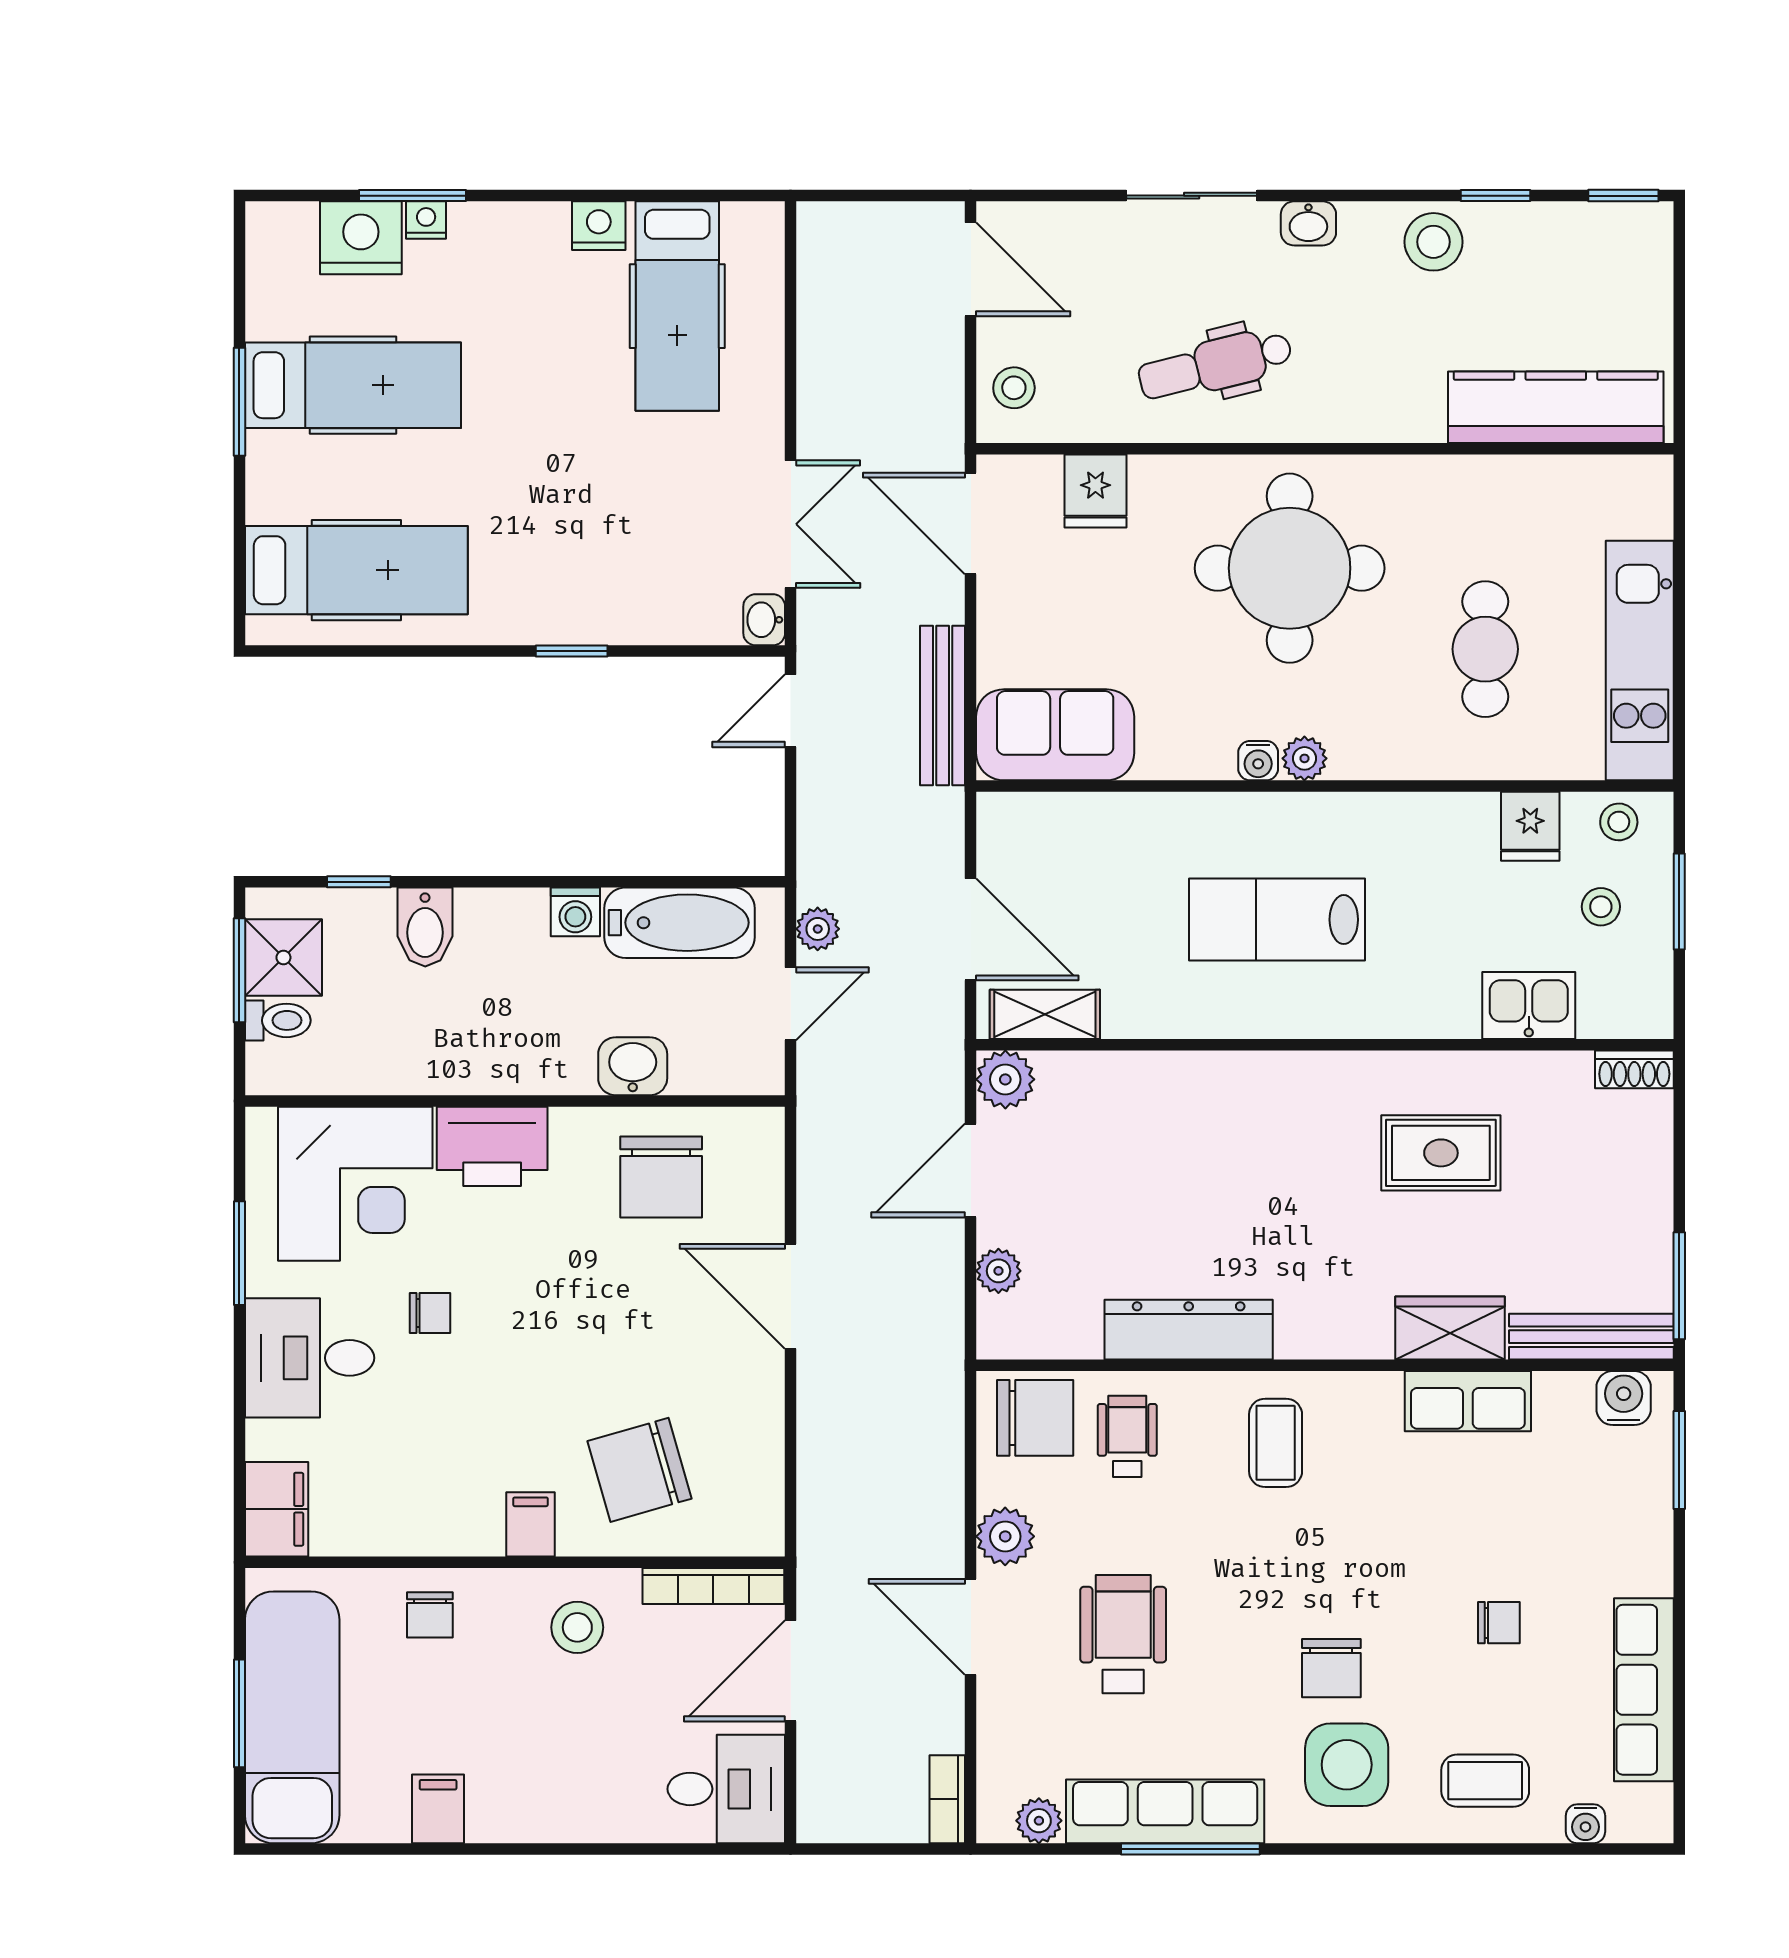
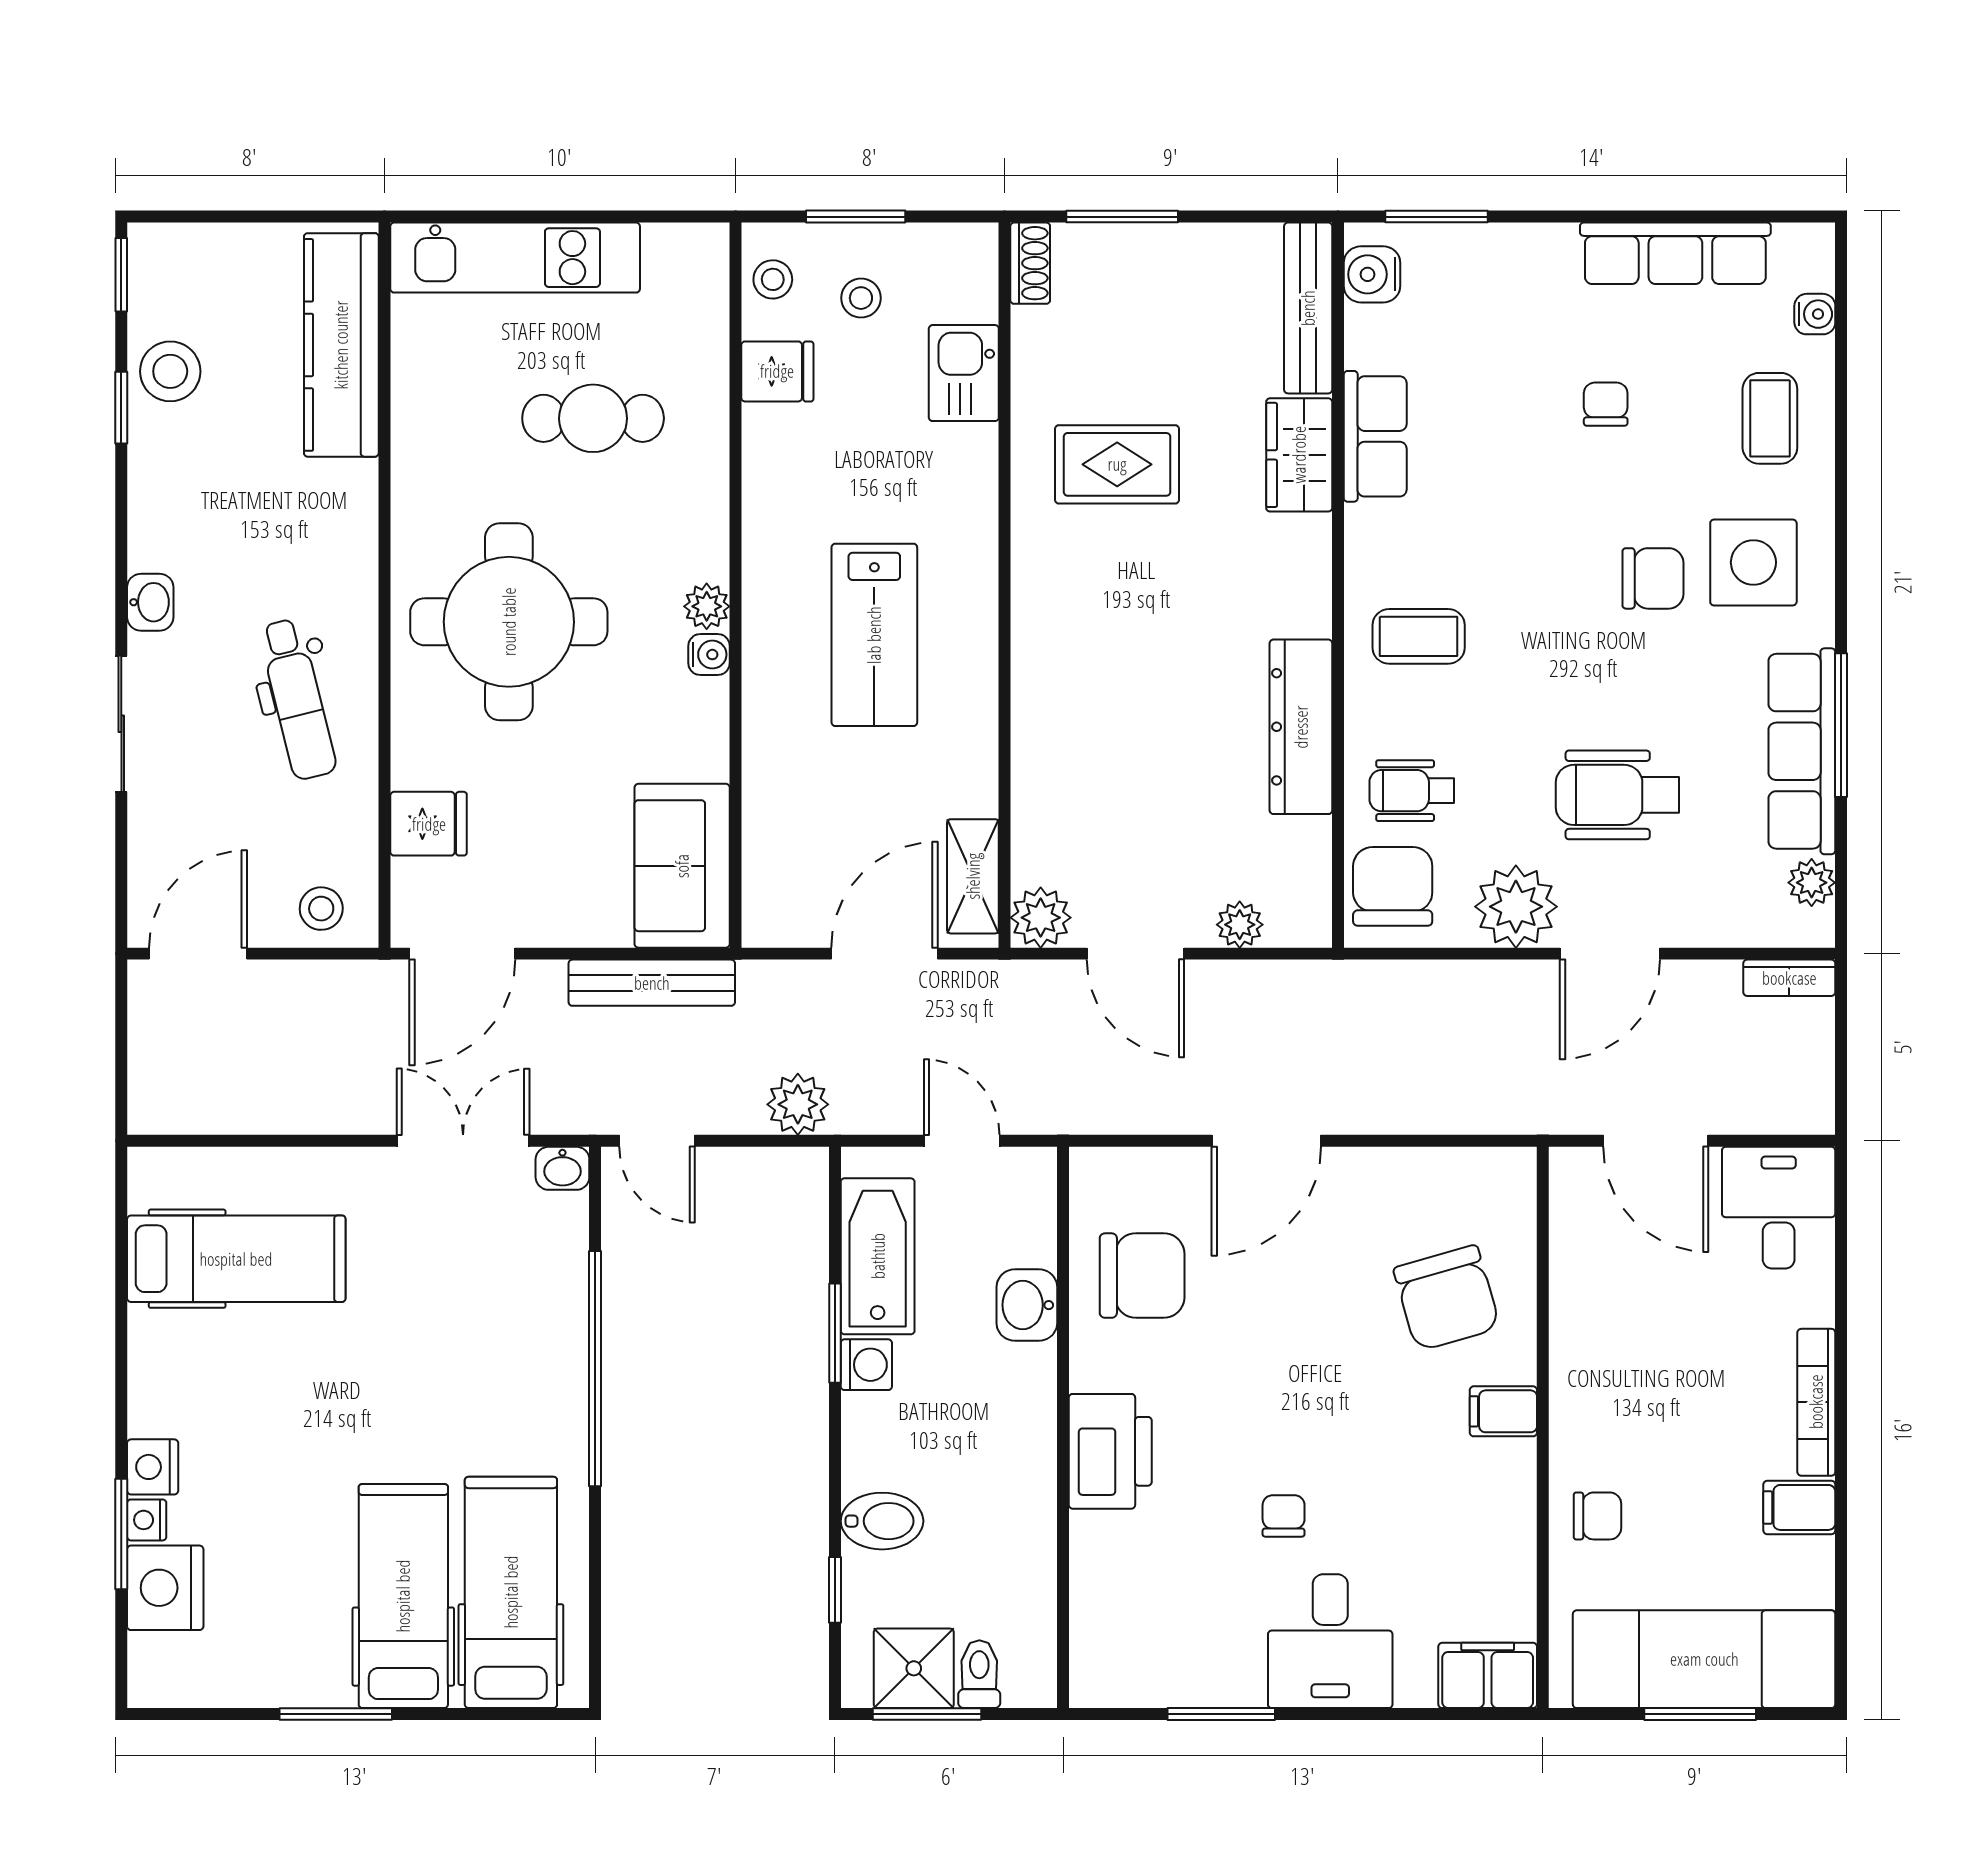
nightstand: (599, 226) -> (153, 1467), moved
stool: (1433, 242) -> (170, 371), moved
hospital bed: (353, 385) -> (403, 1596), moved
window: (572, 651) -> (595, 1369), width x3.17
kitchen unit: (1640, 661) -> (515, 258), moved
window: (606, 882) -> (835, 1333), added
plant: (818, 929) -> (798, 1104), moved, width x1.38, depth x1.38
rug: (1441, 1153) -> (1117, 464), turned 90
corner desk: (355, 1184) -> (1149, 1594), removed
window: (1679, 1286) -> (1122, 217), moved
plant: (1005, 1536) -> (1516, 907), width x1.36, depth x1.36
bookcase: (713, 1586) -> (1816, 1402), moved, turned 180
stool: (577, 1627) -> (1610, 1363), removed

